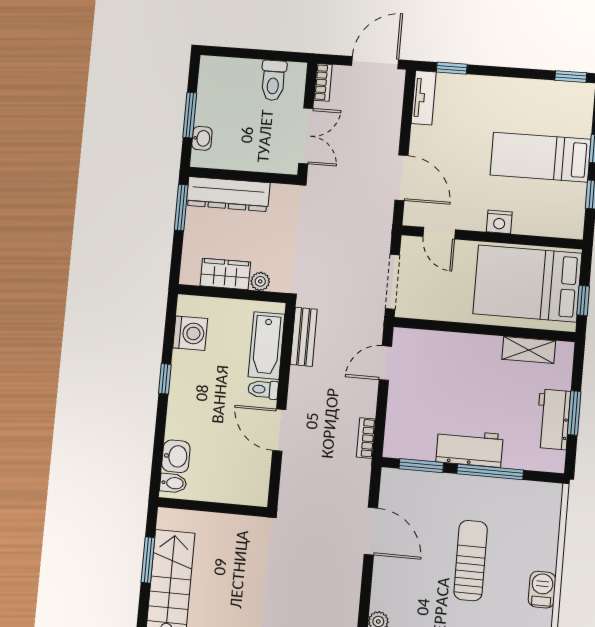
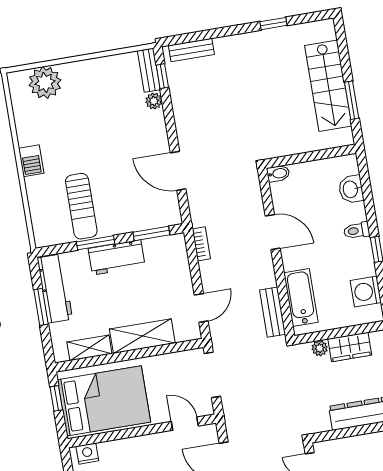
nightstand: (499, 222) -> (87, 454), moved
shelving: (463, 348) -> (142, 336), added
toilet: (263, 389) -> (357, 231), moved, turned 180
workbench: (553, 419) -> (55, 289), width x1.38
window: (490, 472) -> (96, 243), width x0.69
bidet: (173, 483) -> (278, 173), moved, turned 180
sun lounger: (471, 561) -> (81, 206), moved

